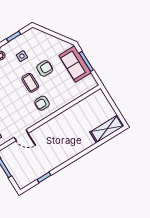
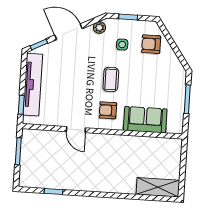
sofa: (75, 64) -> (145, 120), moved, turned 90
armchair: (45, 68) -> (151, 44), moved, turned 180
door: (21, 135) -> (76, 130), moved

